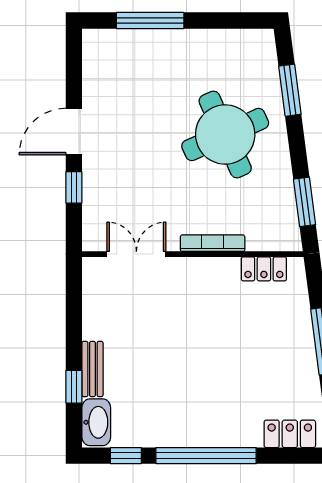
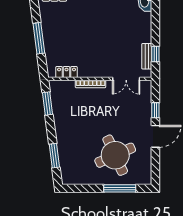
round table: (225, 135) -> (115, 155), moved
bench: (92, 369) -> (147, 56), moved
window: (74, 387) -> (155, 54), moved

